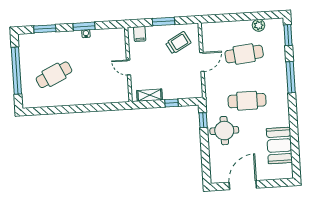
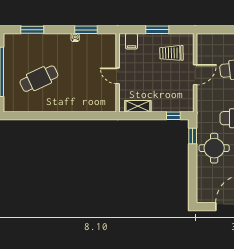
window: (84, 26) -> (86, 30), moved
trolley: (178, 43) -> (171, 53), turned -152
window: (171, 103) -> (173, 116), moved

